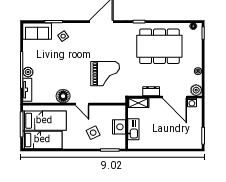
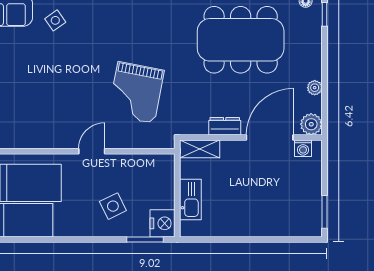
grand piano: (105, 74) -> (136, 92), turned 101
floor lamp: (63, 96) -> (55, 136), removed
door: (175, 97) -> (270, 137), swing flipped
door: (82, 104) -> (92, 151), swing flipped
nightstand: (119, 127) -> (163, 223), moved

